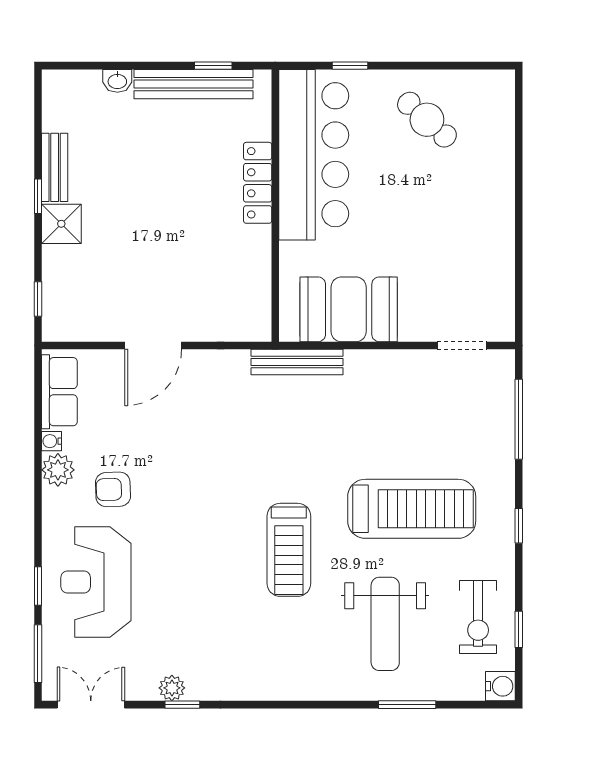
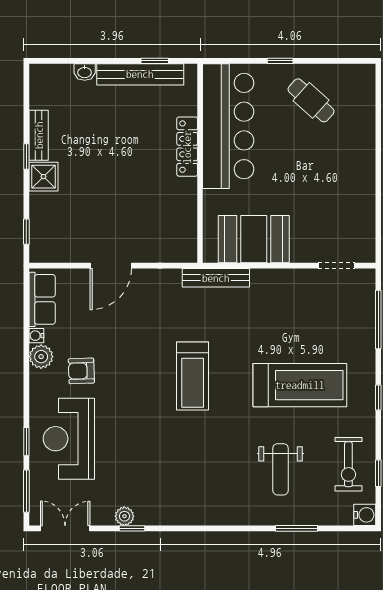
window: (350, 66) -> (280, 61), moved
treadmill: (289, 550) -> (193, 376), moved
weight bench: (385, 624) -> (281, 469), width x0.73, depth x0.75

